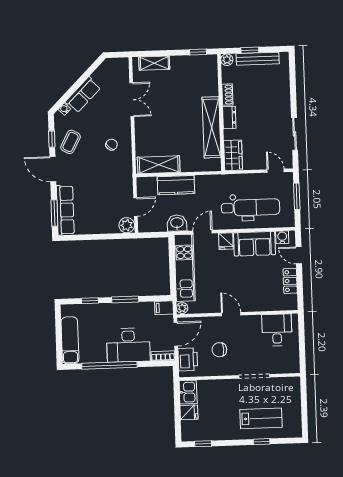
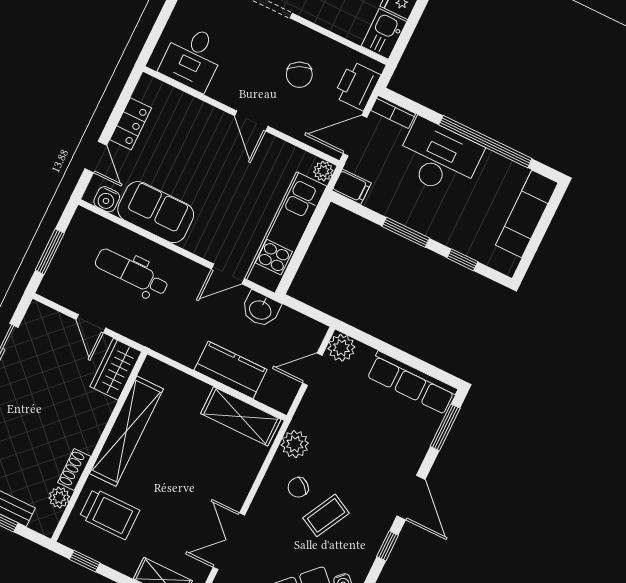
plant: (227, 60) -> (59, 497), moved
trolley: (198, 82) -> (109, 514), added
dresser: (229, 118) -> (90, 432), removed
coffee table: (71, 142) -> (326, 515), moved
plant: (125, 165) -> (295, 444), added
door: (276, 171) -> (91, 324), moved
dental chair: (251, 207) -> (132, 273), width x0.73, depth x0.72
row of seats: (65, 210) -> (412, 383), moved, turned -90
fridge: (226, 241) -> (199, 240), removed
chair: (219, 350) -> (299, 75), turned 64

